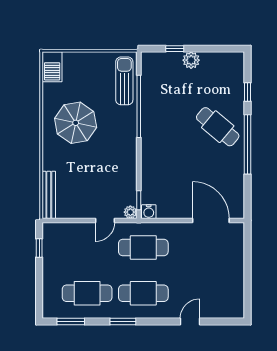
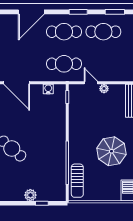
plant: (130, 212) -> (104, 89), moved
water cooler: (149, 212) -> (48, 89), moved
door: (105, 220) -> (91, 83), hinge flipped
door: (190, 322) -> (31, 12), width x1.88

